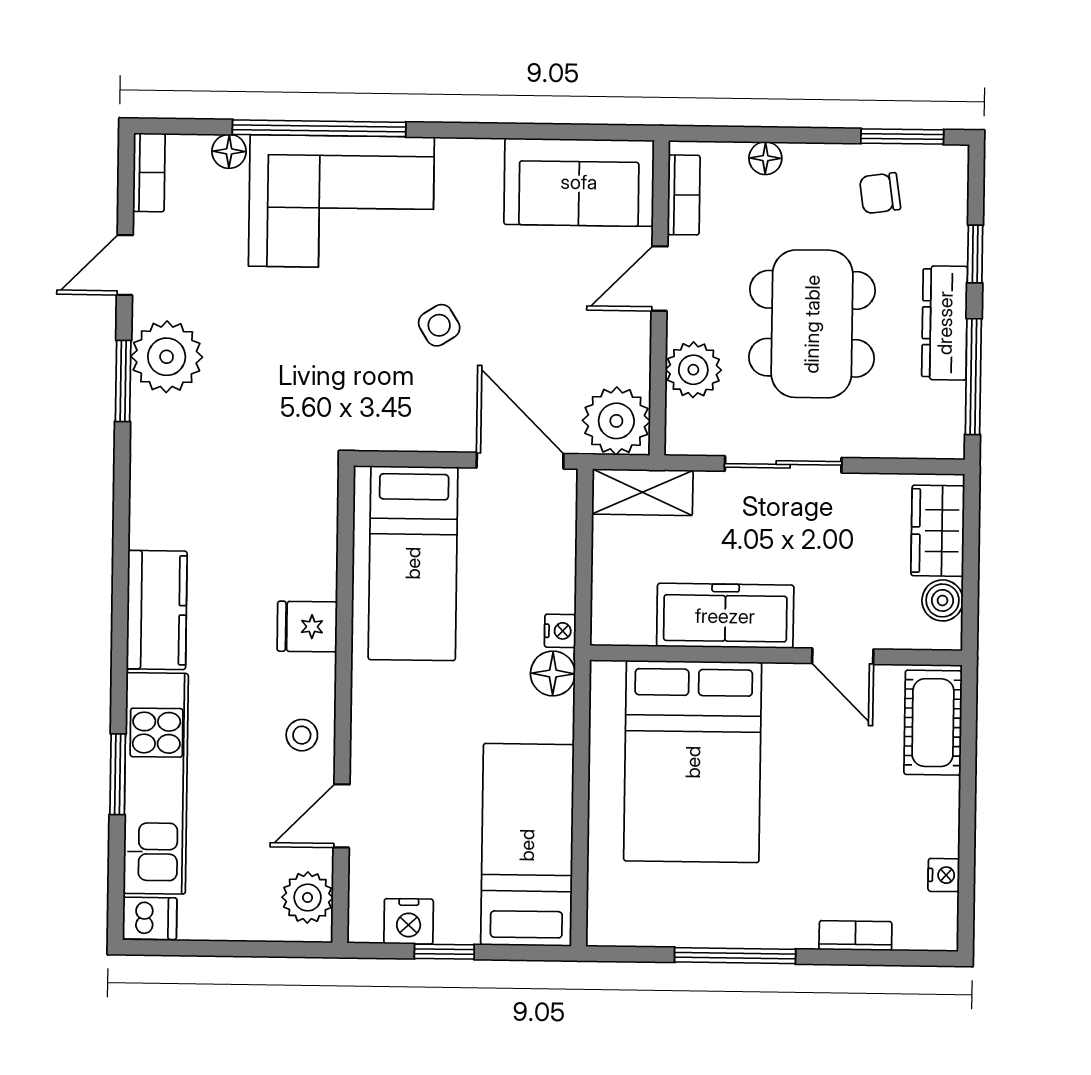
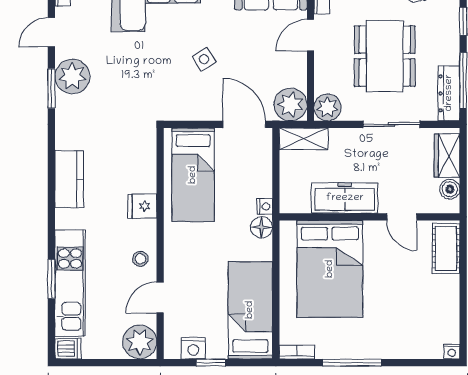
dresser: (945, 323) -> (449, 93), moved
plant: (693, 370) -> (328, 107), moved
sliding door: (783, 464) -> (391, 124), moved
kitchen counter: (157, 610) -> (69, 179), moved
nightstand: (944, 875) -> (452, 352), moved, turned 90
plant: (308, 898) -> (140, 342), width x1.36, depth x1.36
bookcase: (855, 936) -> (297, 352), moved

